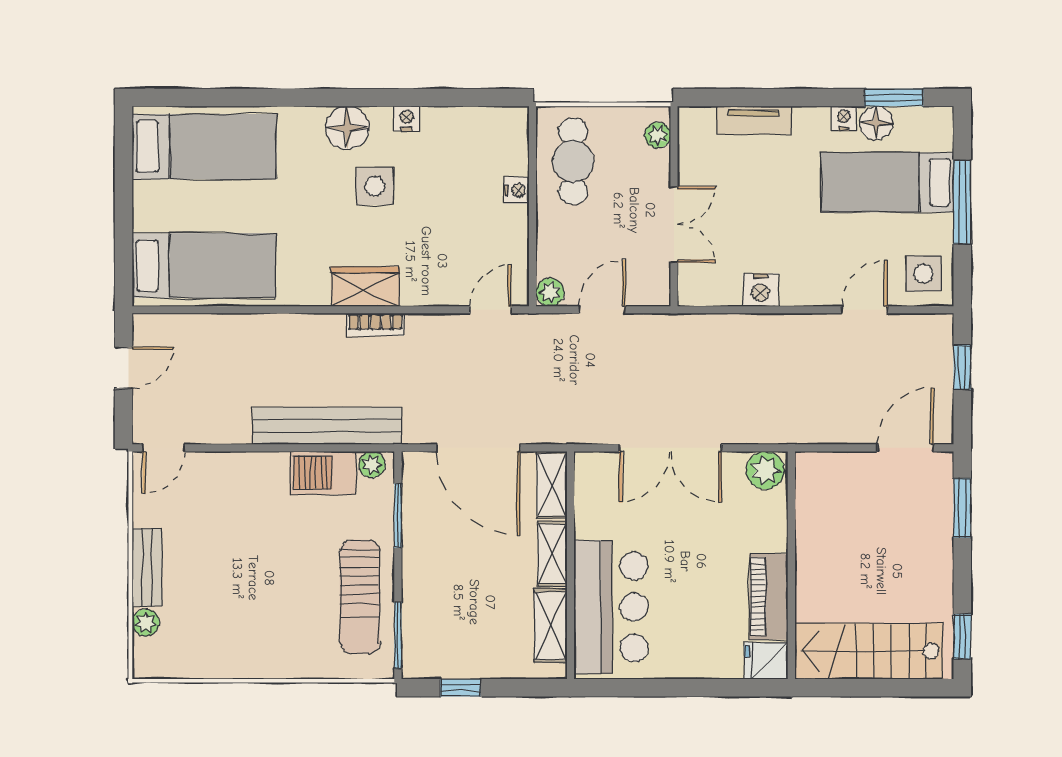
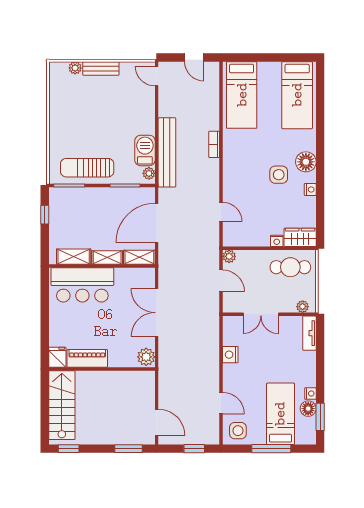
tv unit: (754, 120) -> (309, 333), moved
wardrobe: (365, 287) -> (300, 237), moved, turned -90
door: (491, 310) -> (221, 212), moved
bookcase: (376, 325) -> (214, 144), moved

